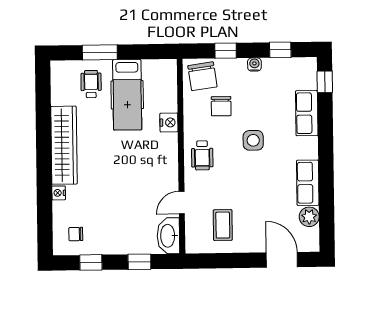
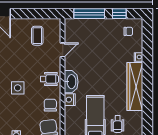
chair: (221, 106) -> (50, 105), moved
wheelchair: (202, 155) -> (49, 79), turned 90
washbasin: (168, 236) -> (71, 82), moved
window: (139, 262) -> (89, 14), width x2.17

